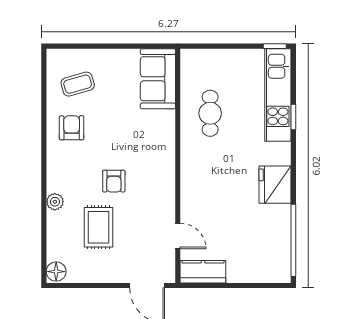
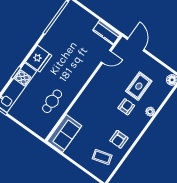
armchair: (114, 181) -> (126, 107), moved
fridge: (275, 185) -> (39, 59), moved
door: (178, 236) -> (106, 57), swing flipped

